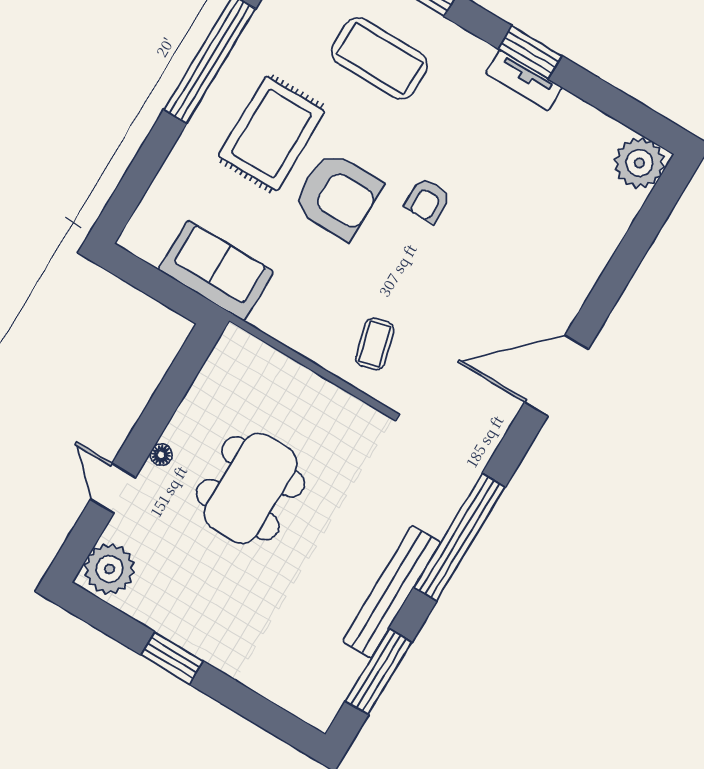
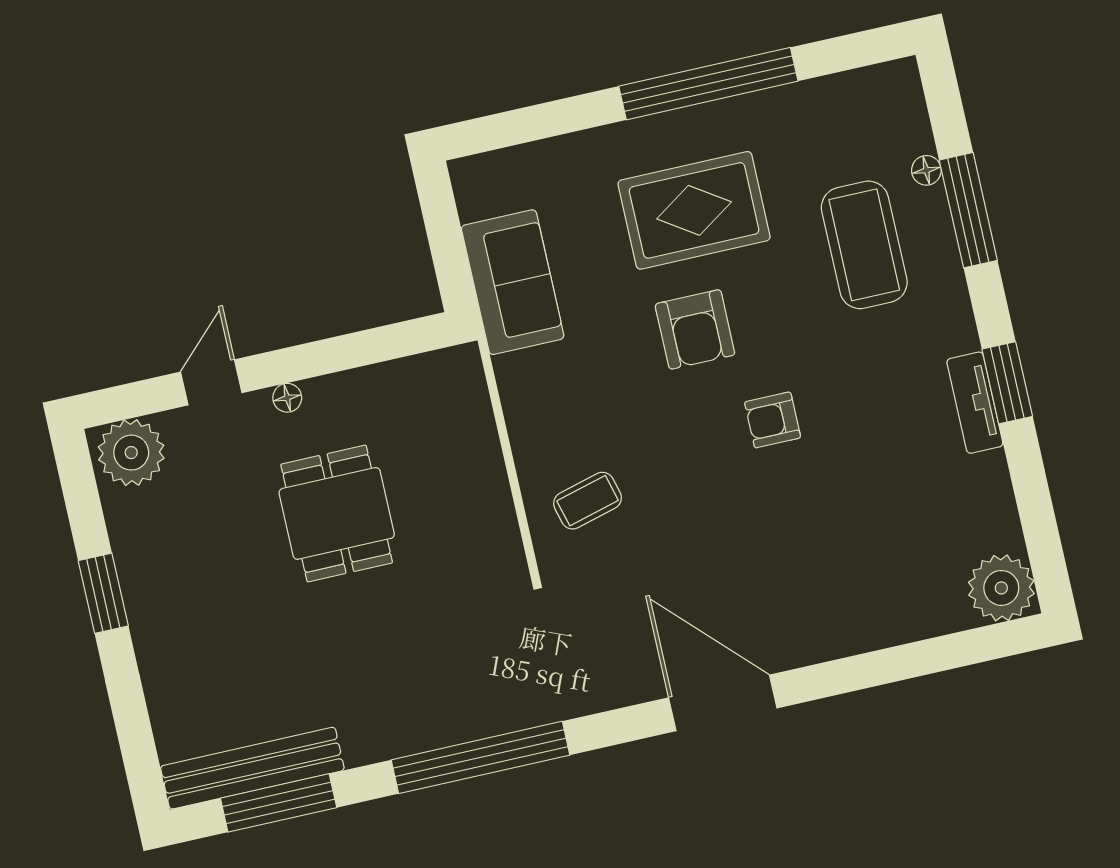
armchair: (337, 195) -> (695, 329), width x0.73, depth x0.73
dining table: (250, 488) -> (337, 513), width x0.73
bench: (392, 592) -> (252, 768), moved

